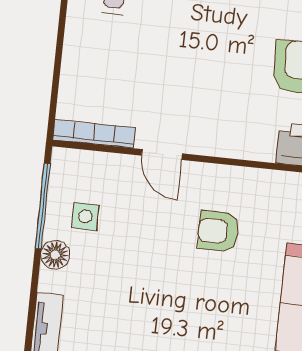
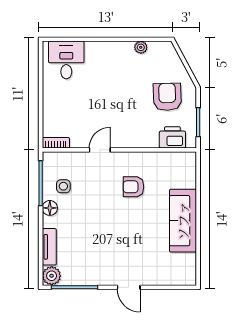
bookcase: (94, 134) -> (56, 143), width x0.64
door: (162, 155) -> (100, 150), swing flipped

